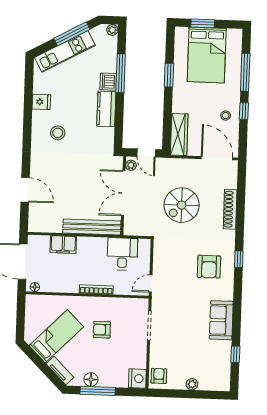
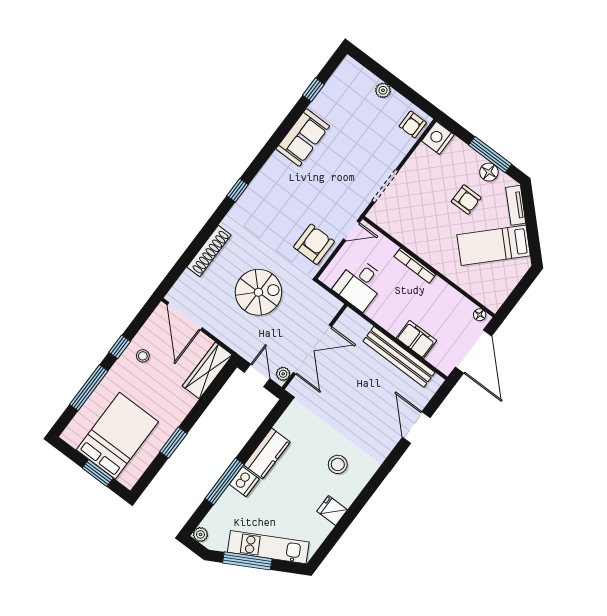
bench: (92, 227) -> (399, 357), moved
armchair: (209, 267) -> (314, 244), moved
armchair: (102, 330) -> (466, 200), moved

